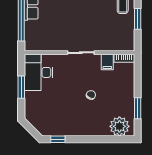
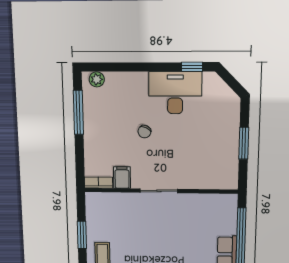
desk: (39, 72) -> (175, 93), moved, turned -90
window: (138, 108) -> (78, 112), width x1.44
plant: (119, 126) -> (97, 79), width x0.53, depth x0.53

